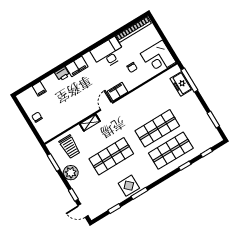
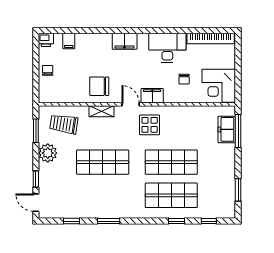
printer: (62, 74) -> (46, 40), moved
door: (107, 106) -> (131, 104), hinge flipped
chair: (78, 107) -> (99, 86), added
trolley: (70, 147) -> (64, 124), turned 99
display table: (129, 186) -> (150, 125), moved

